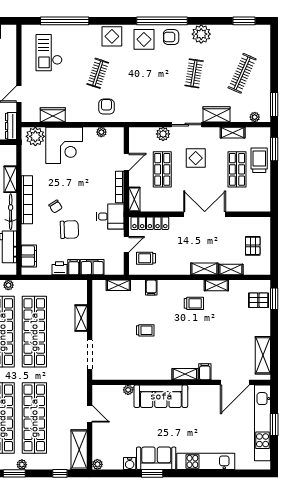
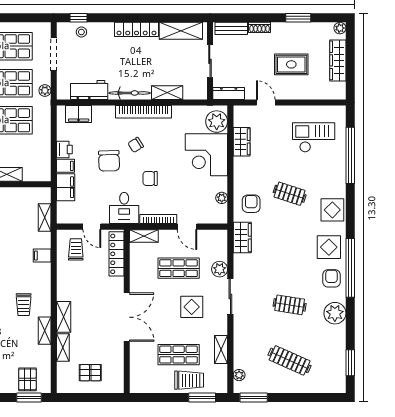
armchair: (106, 107) -> (251, 204), turned -90
wardrobe: (217, 114) -> (242, 238), moved
chair: (85, 194) -> (150, 178), added

